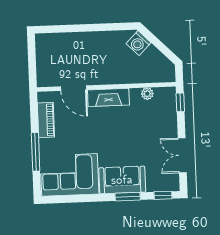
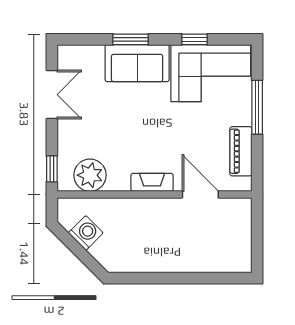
washing machine: (139, 43) -> (86, 233), moved
plant: (147, 94) -> (90, 175), width x1.87, depth x1.87
fireplace: (108, 97) -> (152, 182), width x0.73, depth x0.76
window: (163, 195) -> (194, 39), moved

